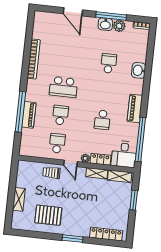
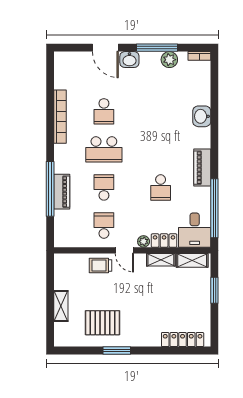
washbasin: (105, 24) -> (129, 60), moved
school desk: (109, 63) -> (104, 111), moved, turned 180
window: (73, 239) -> (117, 351), moved

